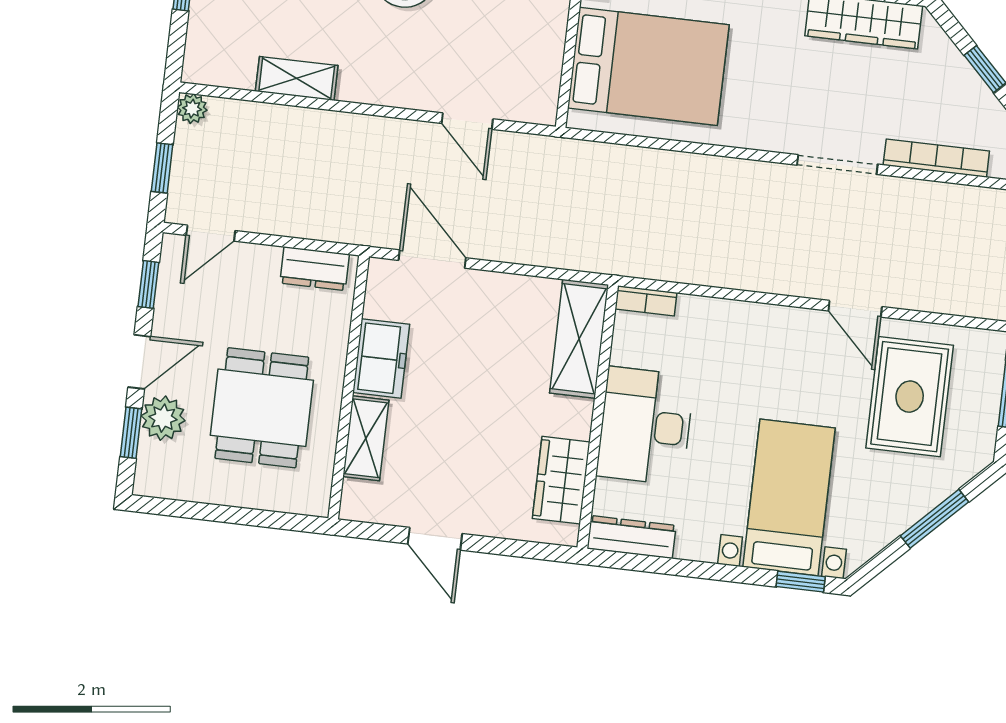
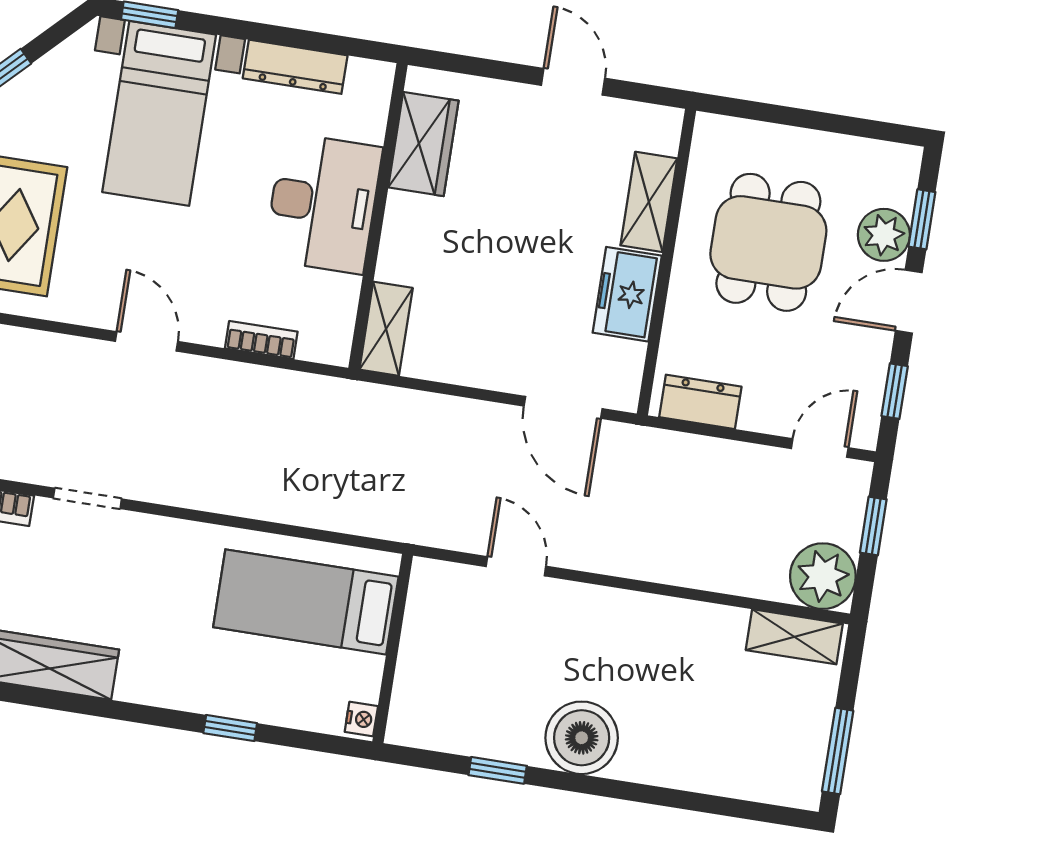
bed: (648, 66) -> (306, 602), width x0.67
shelving: (297, 78) -> (794, 637), moved
plant: (192, 109) -> (823, 576), width x1.88, depth x1.88
doorway: (837, 165) -> (87, 498), width x0.73
bookcase: (646, 301) -> (261, 340), moved
door: (855, 309) -> (146, 341), moved
shelving: (579, 339) -> (386, 329), width x0.67, depth x0.75
dresser: (631, 537) -> (295, 67), moved

